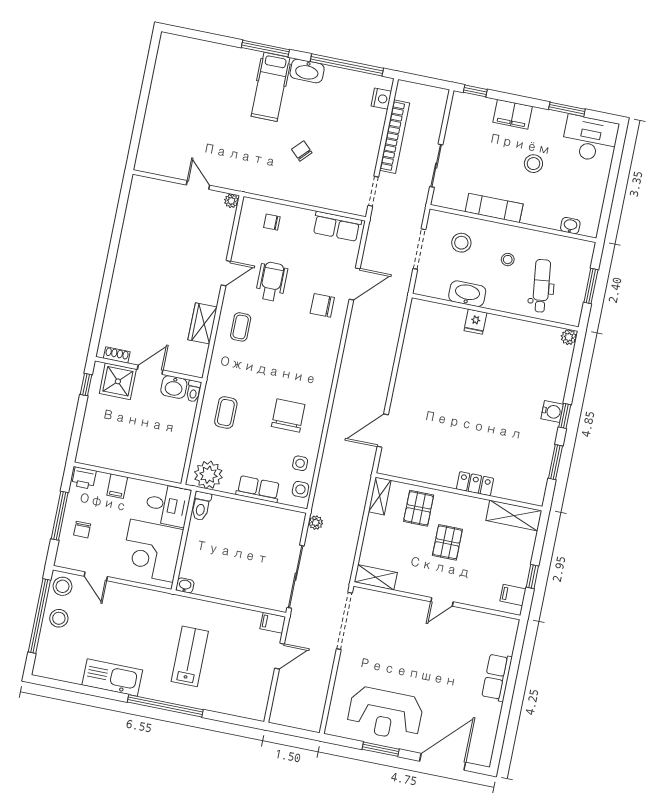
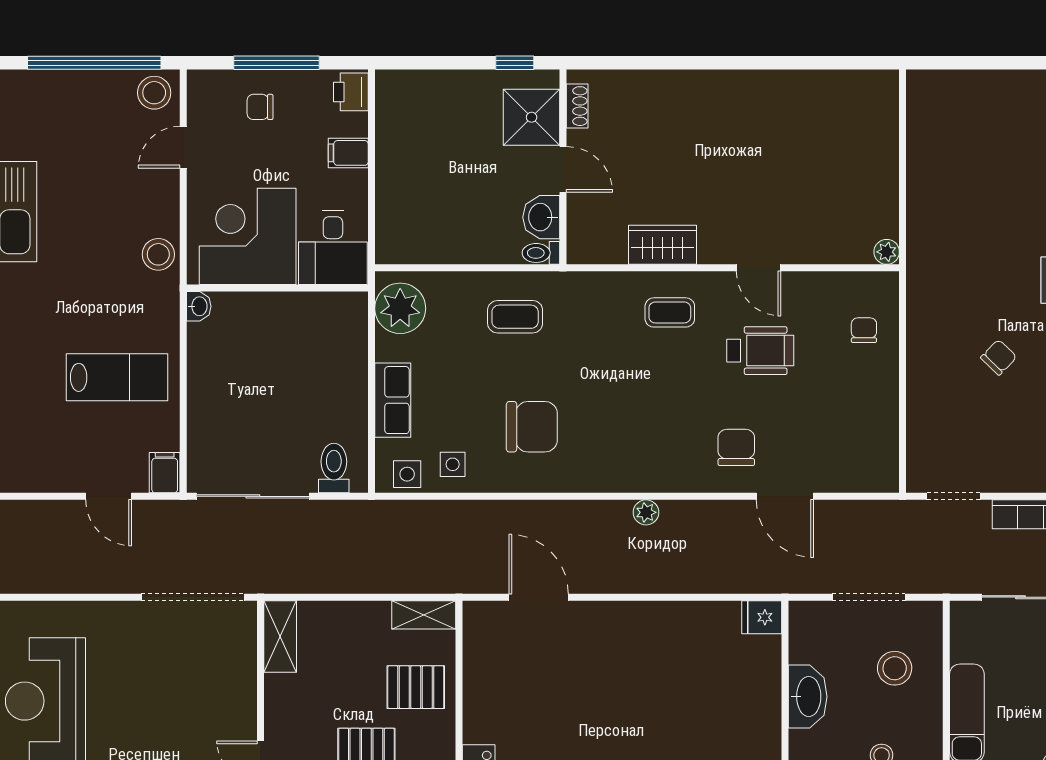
door: (198, 185) -> (903, 188), removed
row of seats: (337, 226) -> (879, 445), removed
fridge: (475, 322) -> (762, 617), moved
toilet: (201, 506) -> (334, 468), moved, turned 90
plant: (316, 523) -> (646, 512), moved
stool: (59, 618) -> (158, 254), moved
lab bench: (190, 656) -> (117, 377), moved

